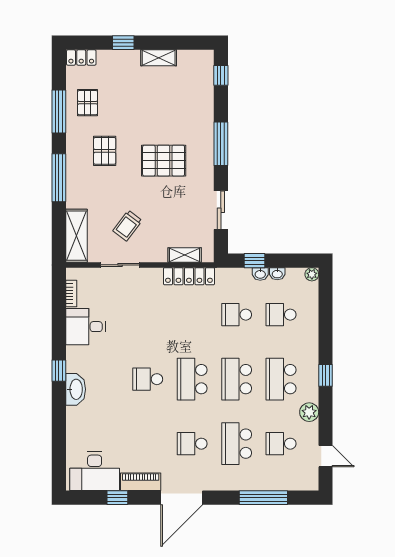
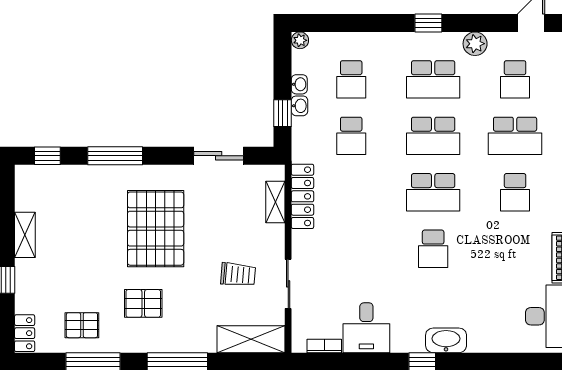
window: (221, 144) -> (115, 156), moved
pallet: (164, 161) -> (156, 229), width x1.37, depth x1.41
trolley: (127, 226) -> (238, 274), turned -32

